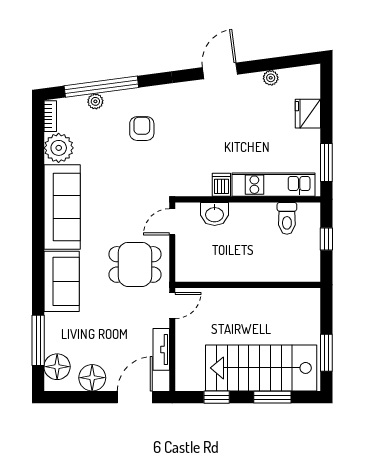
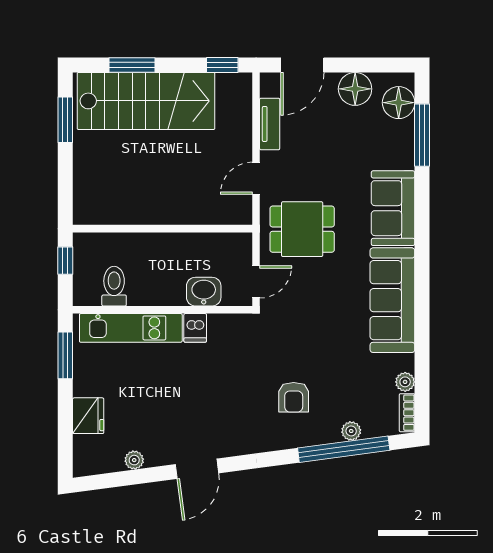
plant: (59, 148) -> (405, 382), width x0.53, depth x0.53
wall: (248, 285) -> (163, 229), moved
window: (217, 397) -> (222, 65), moved

